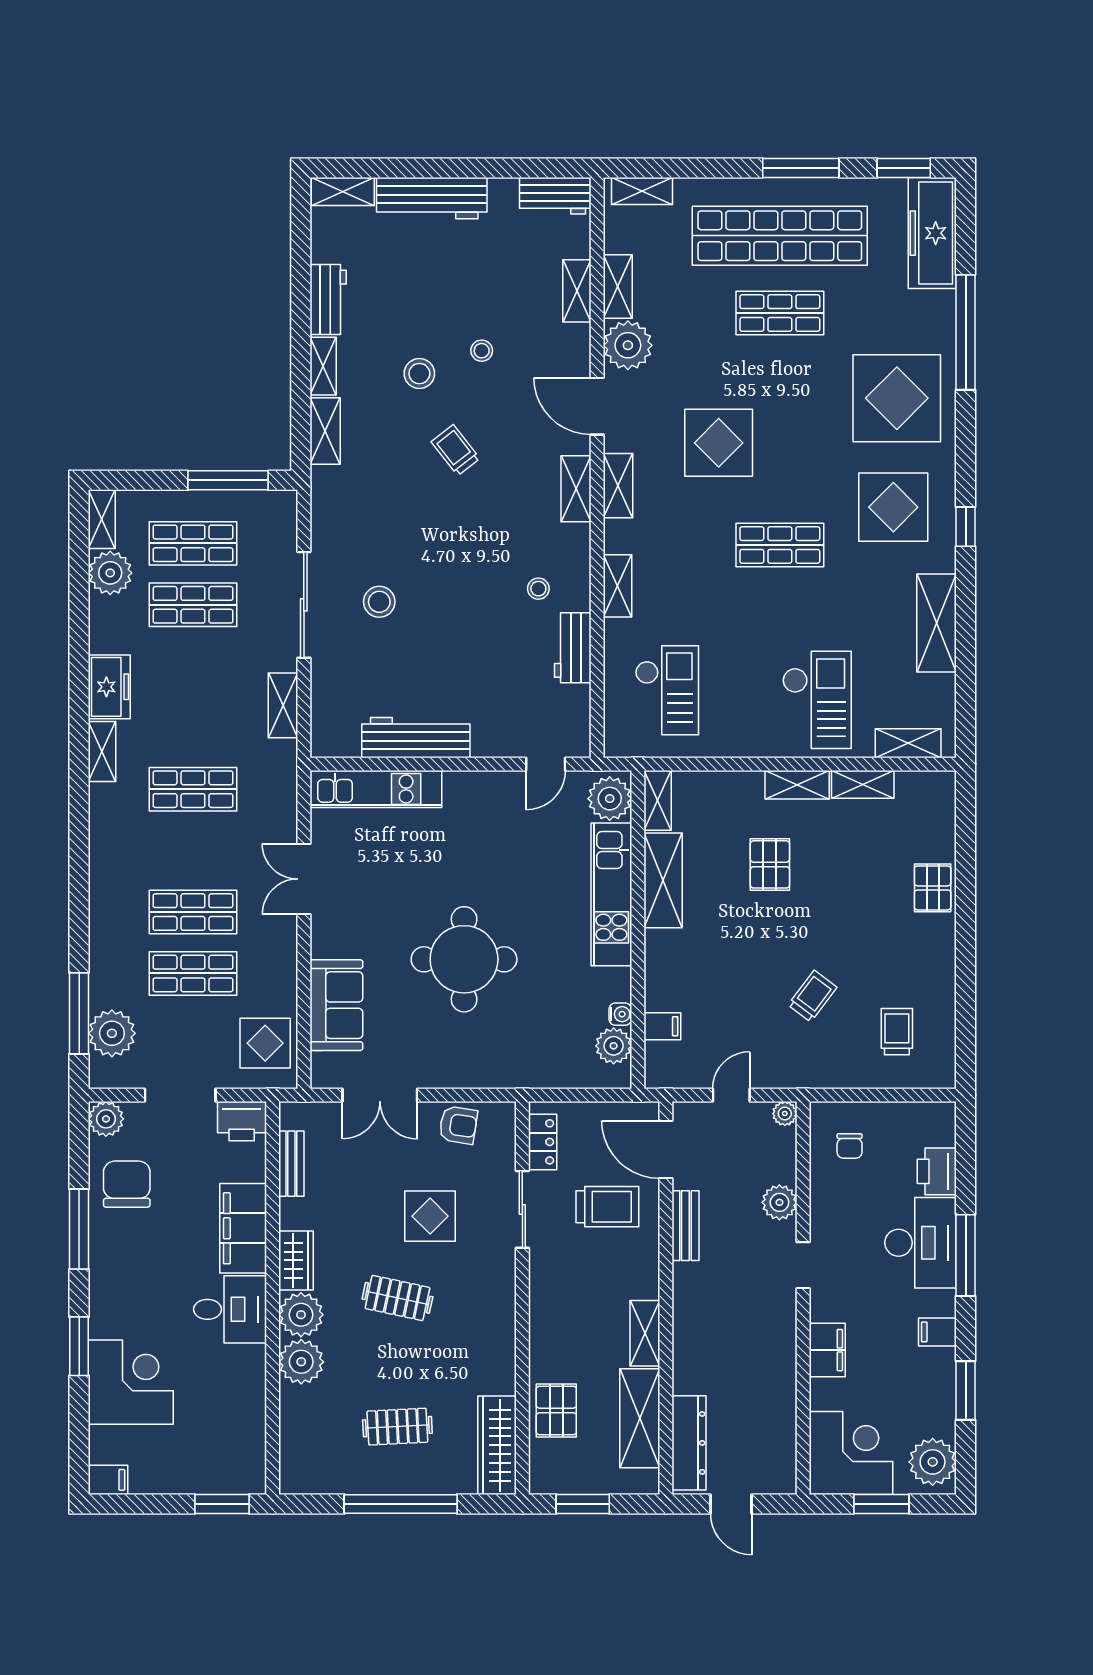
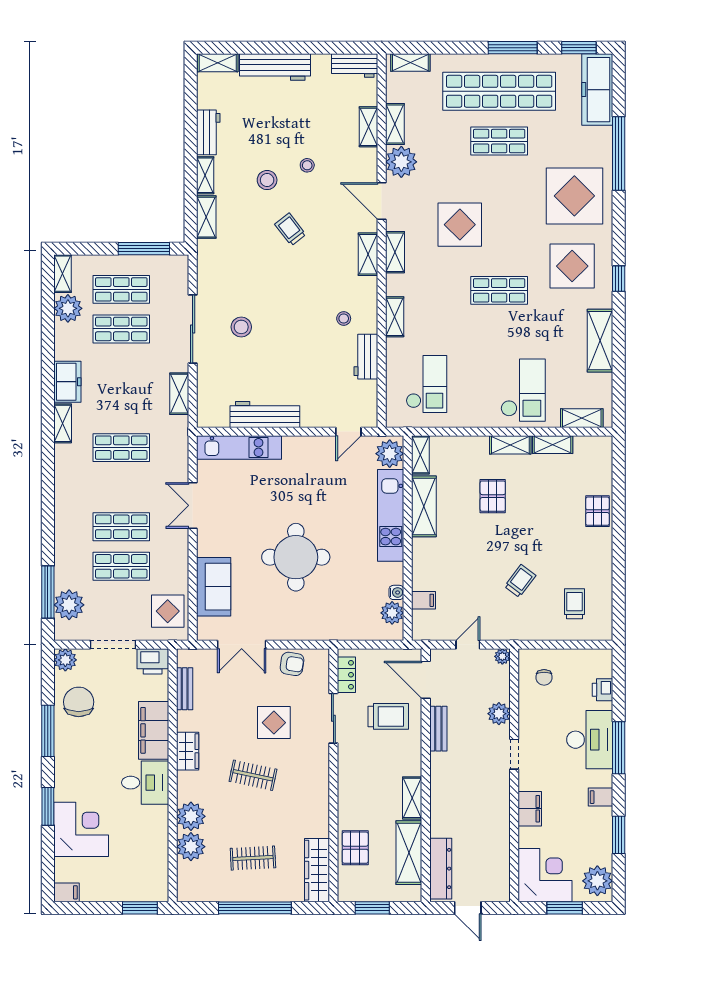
printer: (937, 1171) -> (603, 690), width x0.73, depth x0.81
plant: (301, 1315) -> (191, 847), moved

